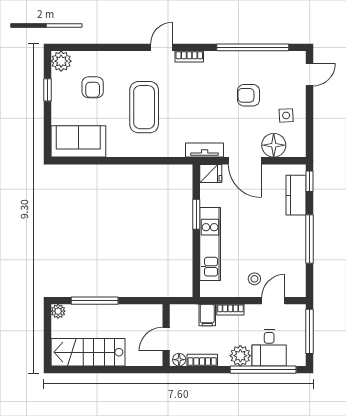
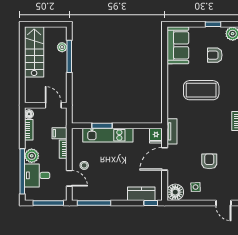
floor lamp: (274, 145) -> (175, 192), moved
window: (196, 214) -> (102, 126), moved
window: (310, 239) -> (94, 203), moved
plant: (58, 311) -> (62, 47), moved
door: (166, 339) -> (53, 105), moved

